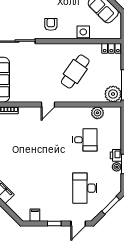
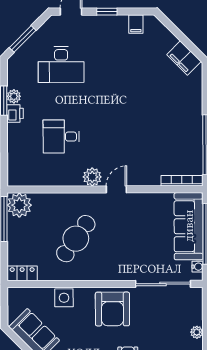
armchair: (51, 24) -> (112, 309), width x1.88, depth x1.88
plant: (97, 113) -> (92, 177), moved
desk: (85, 188) -> (61, 65), turned 90

